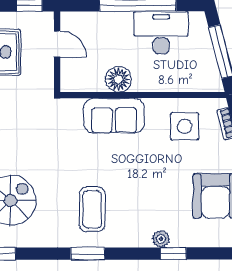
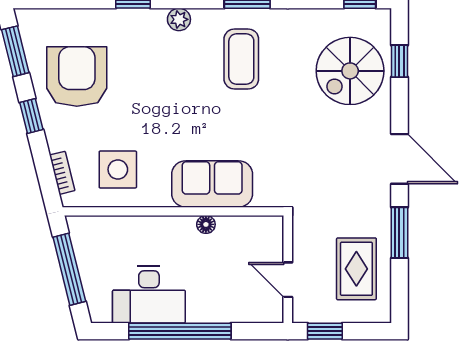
floor lamp: (118, 79) -> (206, 224), width x0.53, depth x0.53
plant: (161, 239) -> (179, 19), moved

